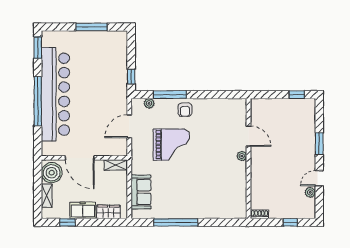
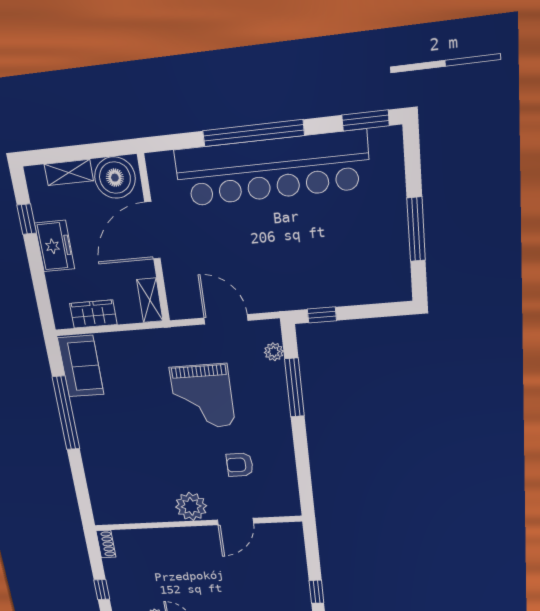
armchair: (185, 110) -> (240, 465), moved
plant: (242, 156) -> (191, 506), width x1.88, depth x1.88
sofa: (141, 192) -> (81, 366), moved, turned -90
wardrobe: (108, 212) -> (93, 314), moved, turned -90

